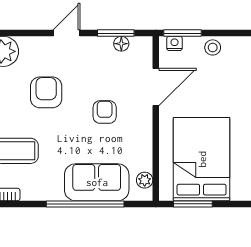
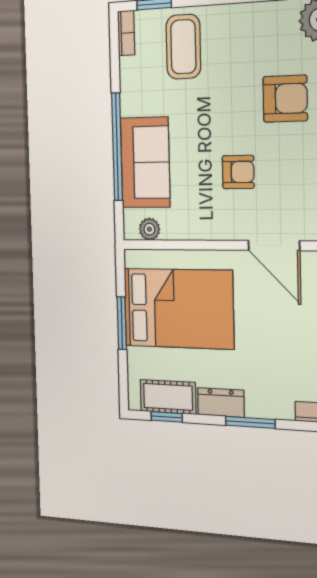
armchair: (46, 92) -> (285, 99), moved
window: (193, 204) -> (122, 323), moved

